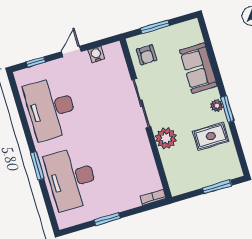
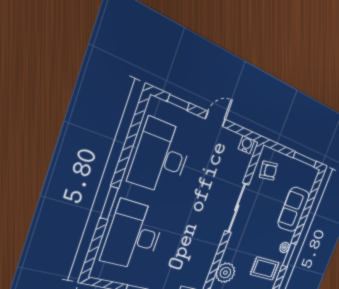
window: (155, 27) -> (305, 160), moved
water cooler: (96, 54) -> (246, 145), moved
armchair: (147, 55) -> (268, 171), turned -99
plant: (166, 138) -> (225, 273), moved

